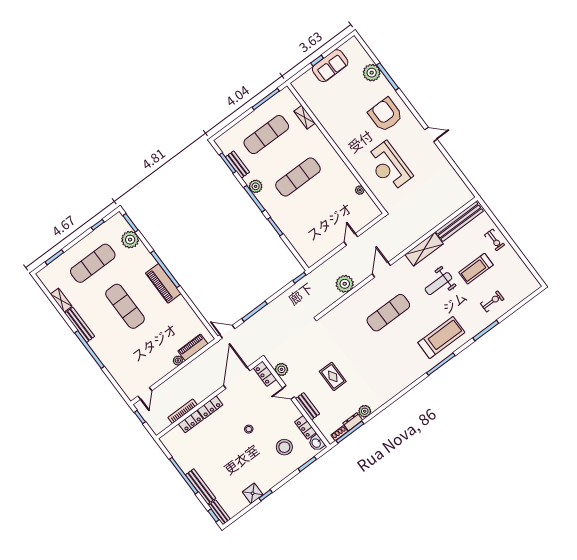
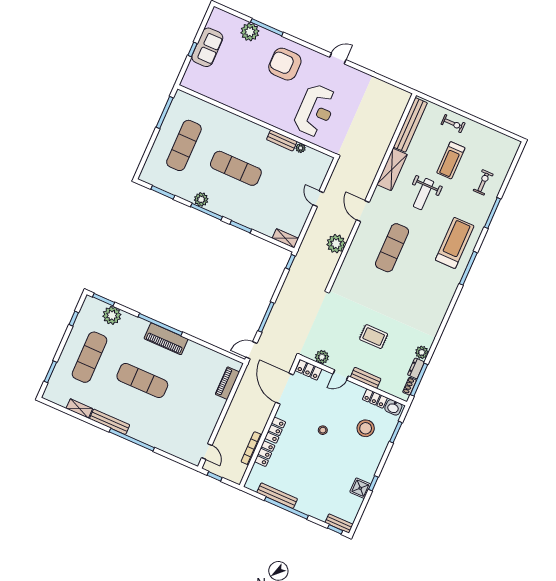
shelving: (305, 117) -> (285, 238), moved
bench: (237, 165) -> (282, 140), moved
reception desk: (389, 166) -> (315, 111), turned -90
exercise mat: (298, 177) -> (236, 168), turned 90
plant: (178, 361) -> (220, 403), removed
bench: (201, 486) -> (277, 496), moved

